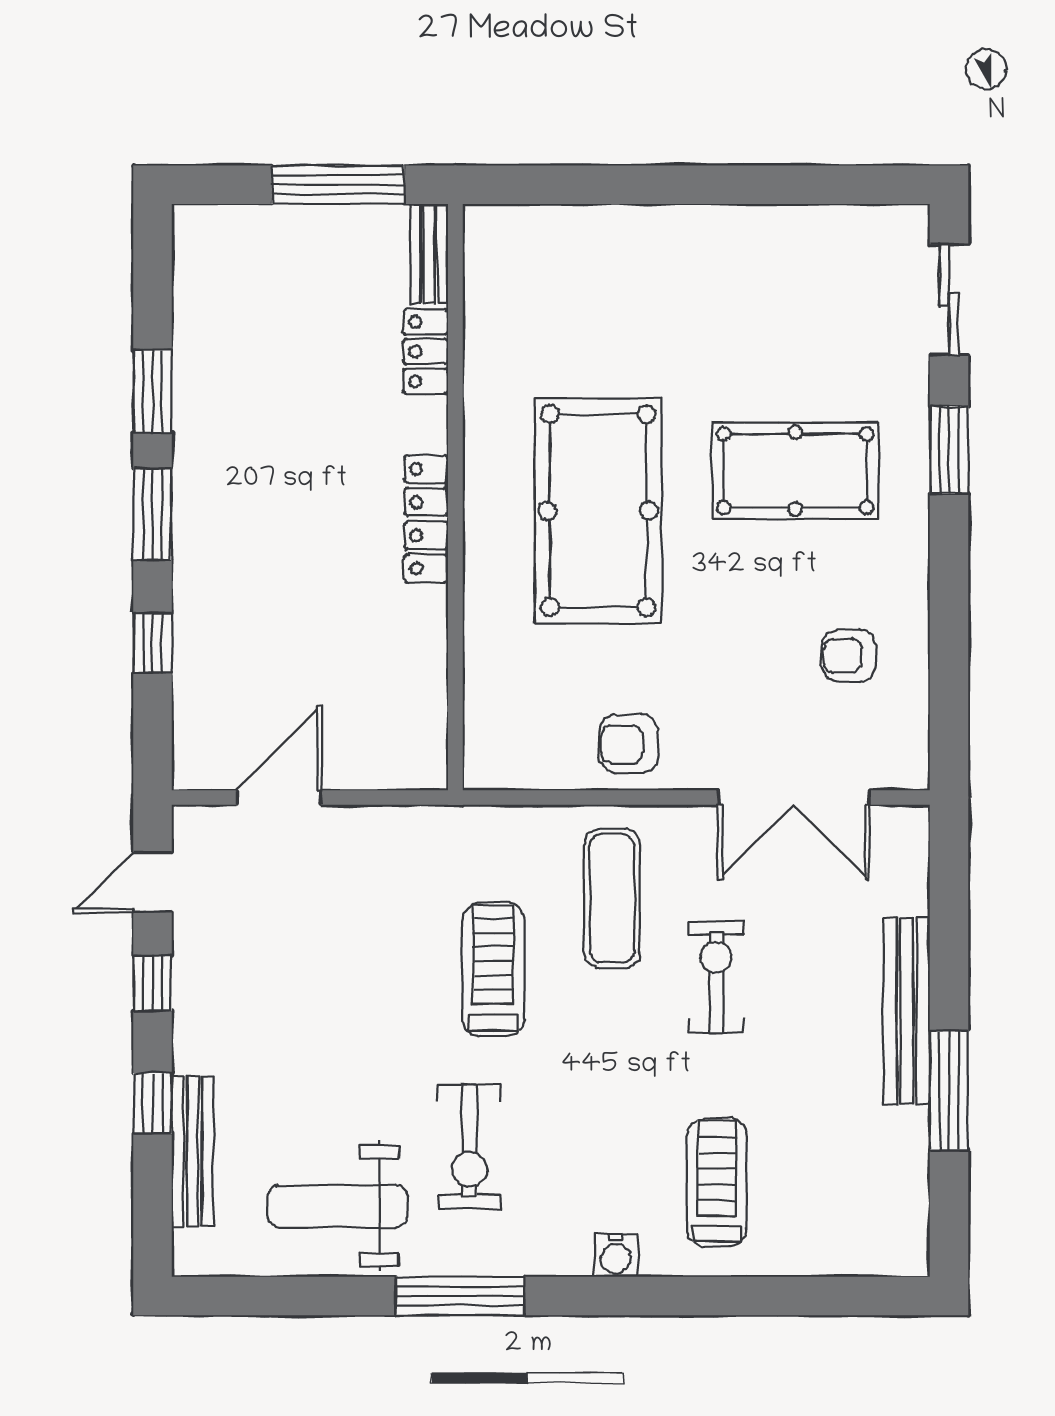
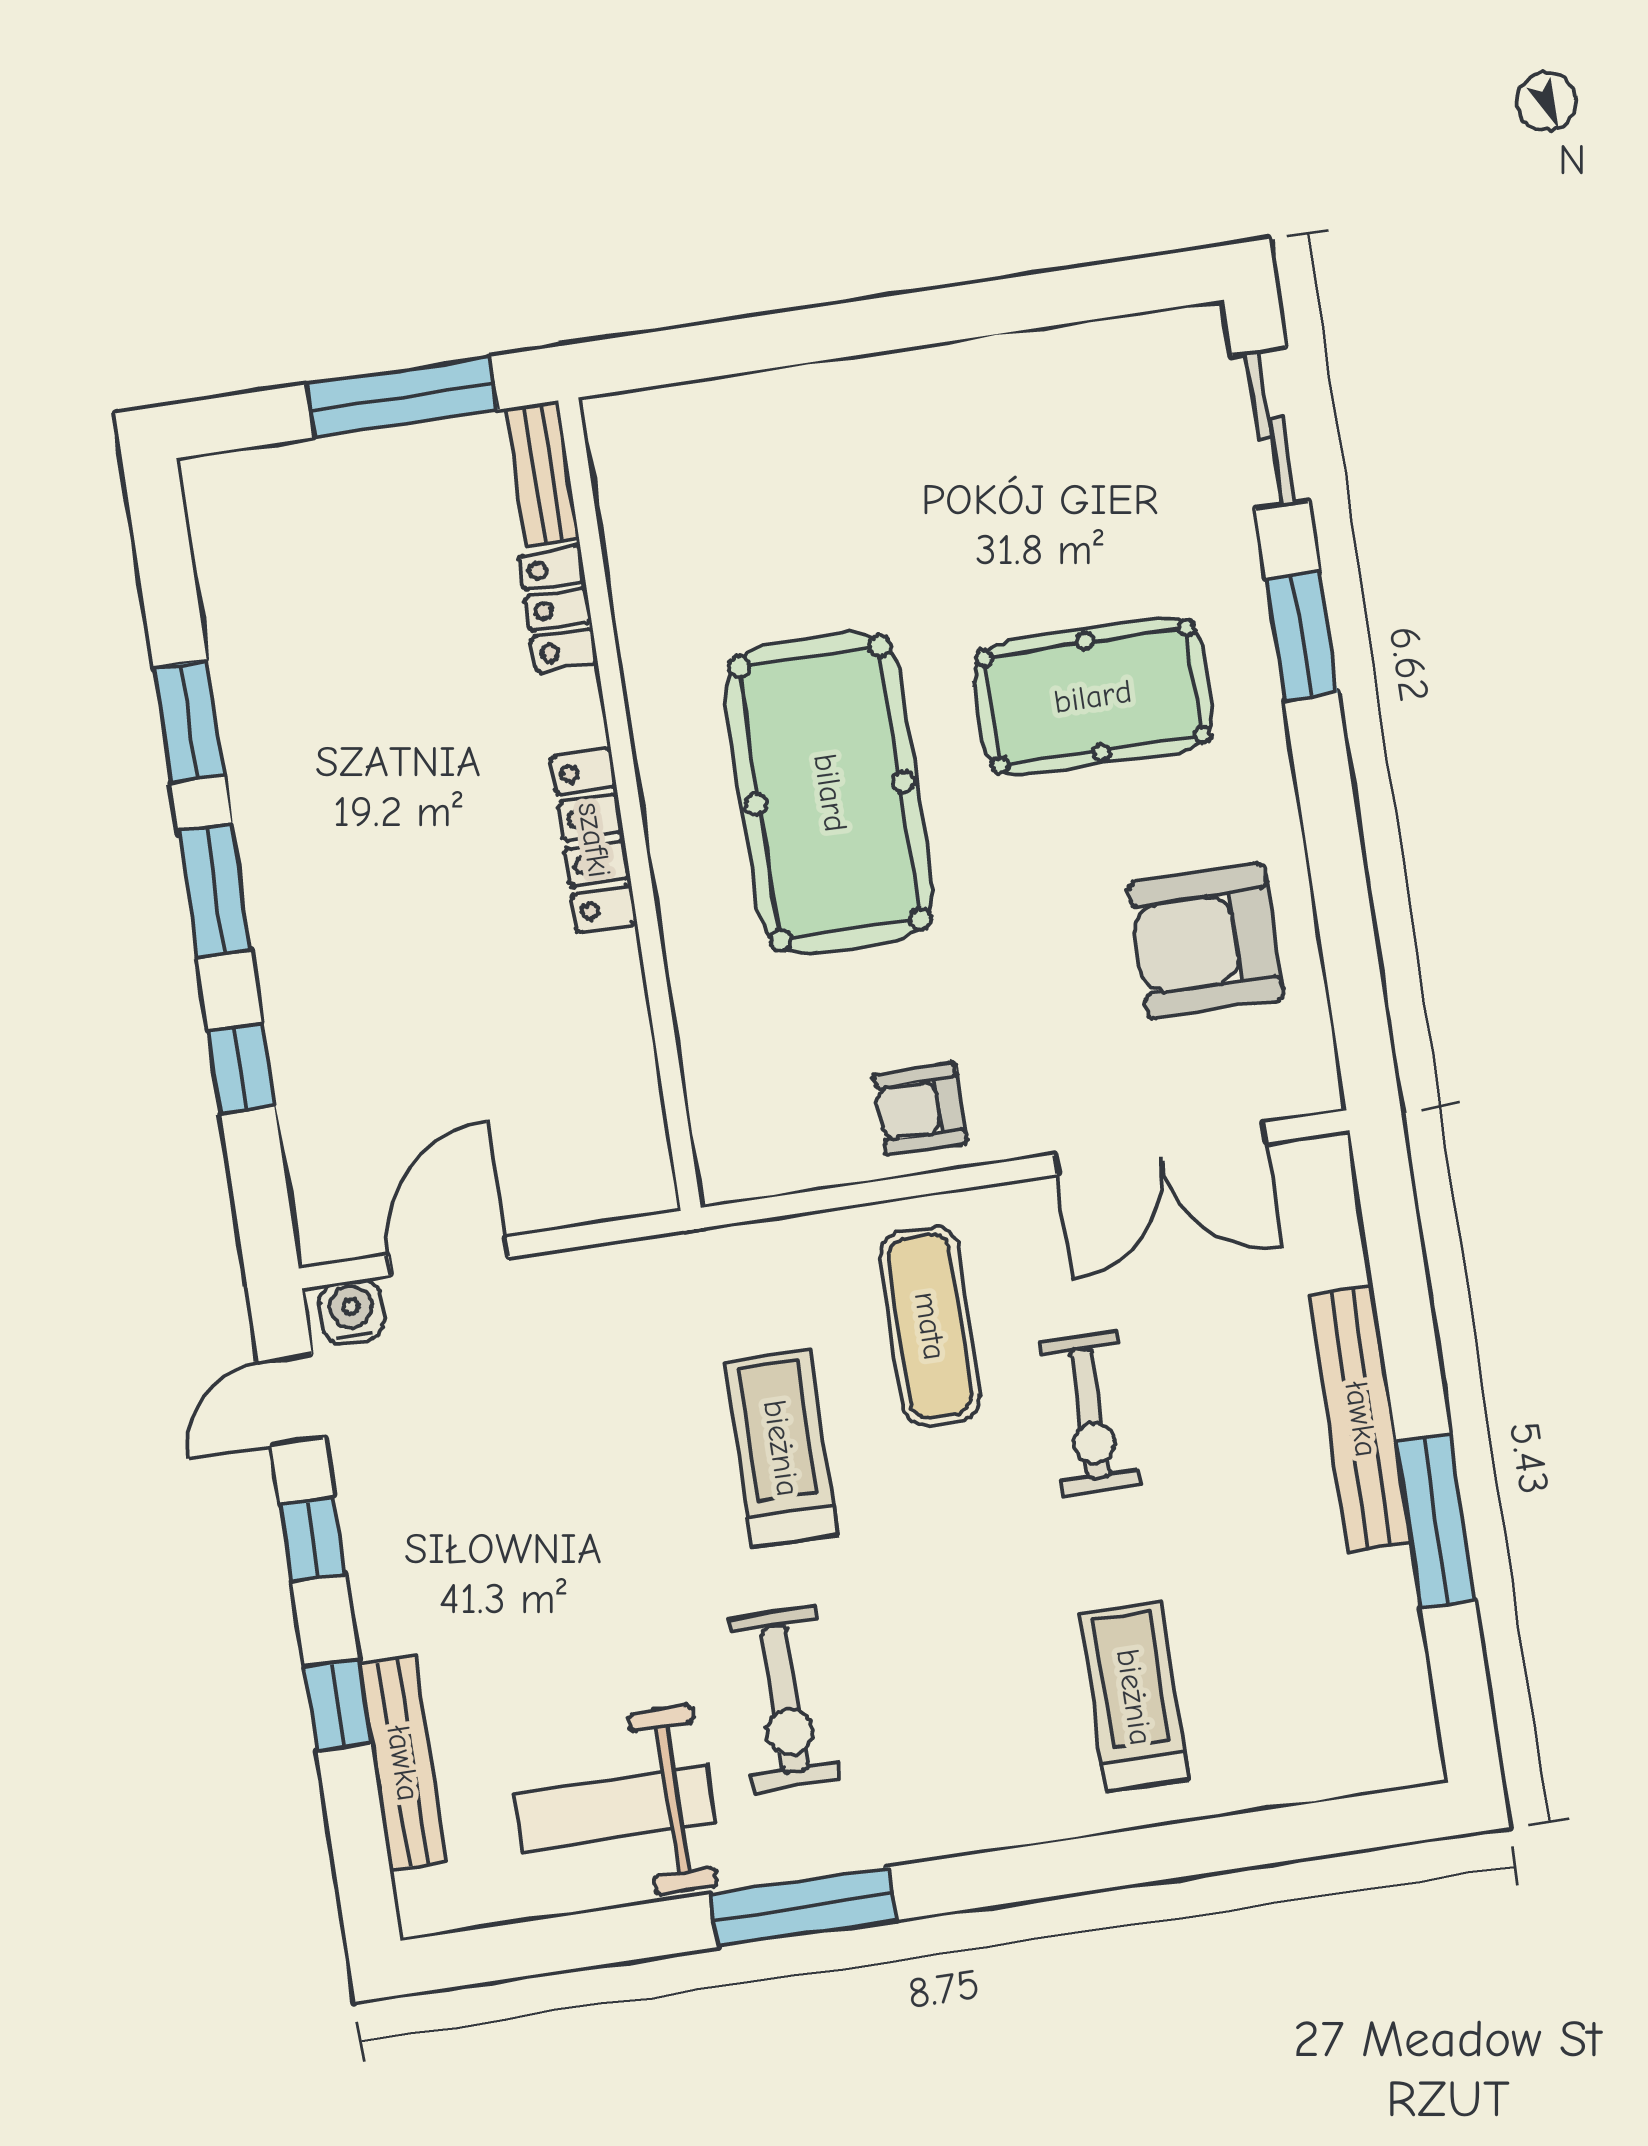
armchair: (849, 656) -> (1206, 941), width x1.88, depth x1.88
exercise bike: (716, 977) -> (1090, 1413), turned 180
water cooler: (616, 1255) -> (352, 1312), moved, turned 180

